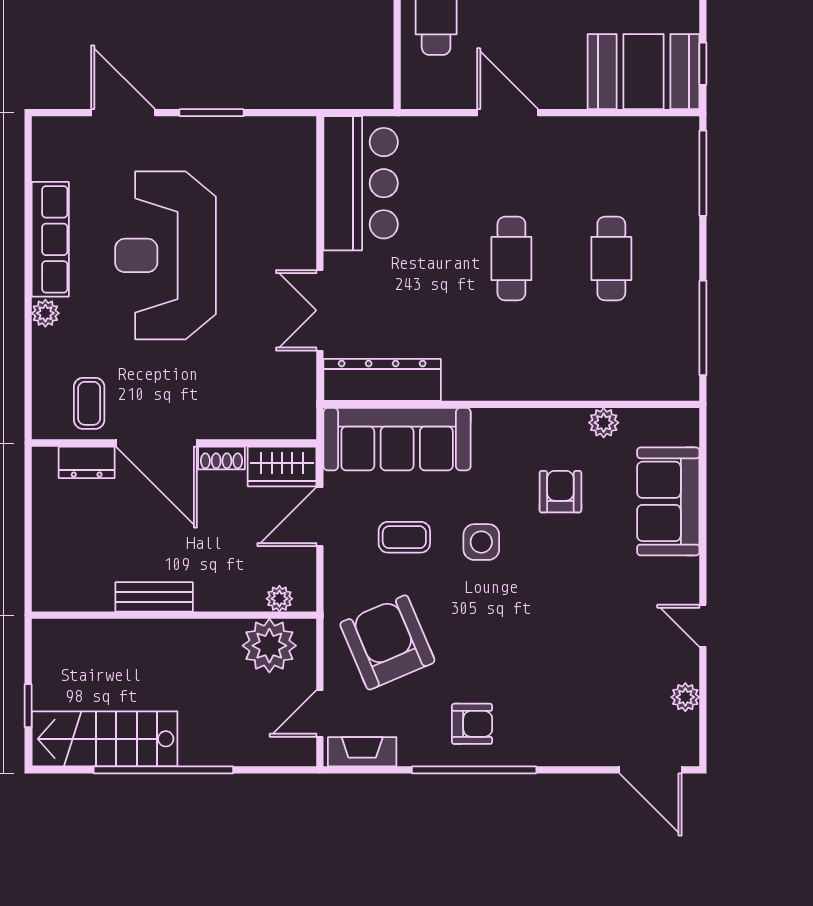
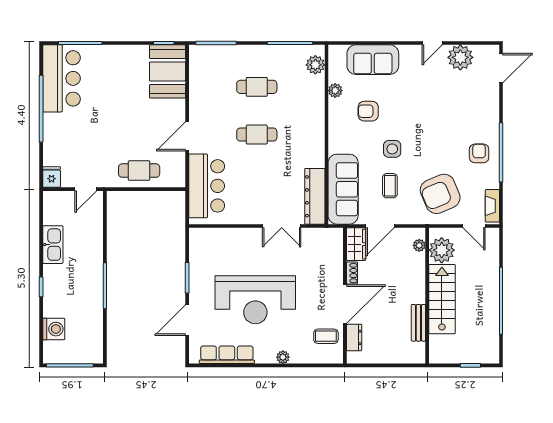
bar counter: (361, 183) -> (207, 186), moved, turned 90
row of seats: (50, 239) -> (227, 355), moved
plant: (657, 381) -> (315, 65), added
door: (320, 517) -> (380, 226), hinge flipped
bench: (154, 597) -> (418, 323), moved
plant: (685, 697) -> (460, 57), width x1.87, depth x1.87
stairs: (105, 739) -> (442, 299), moved, turned 180

